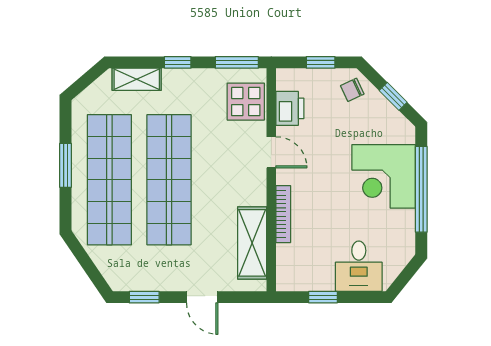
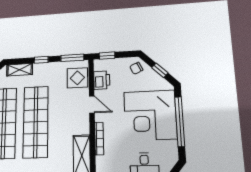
window: (321, 62) -> (107, 56), moved
corner desk: (384, 176) -> (150, 115), width x1.36, depth x1.36

